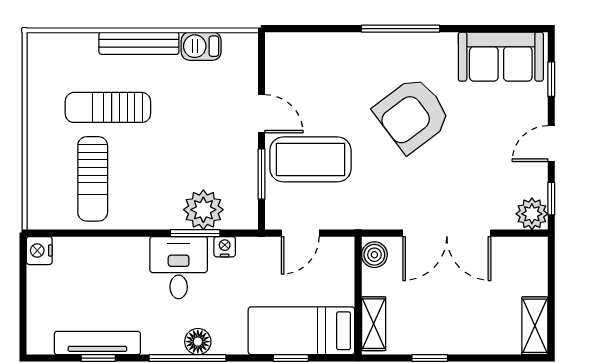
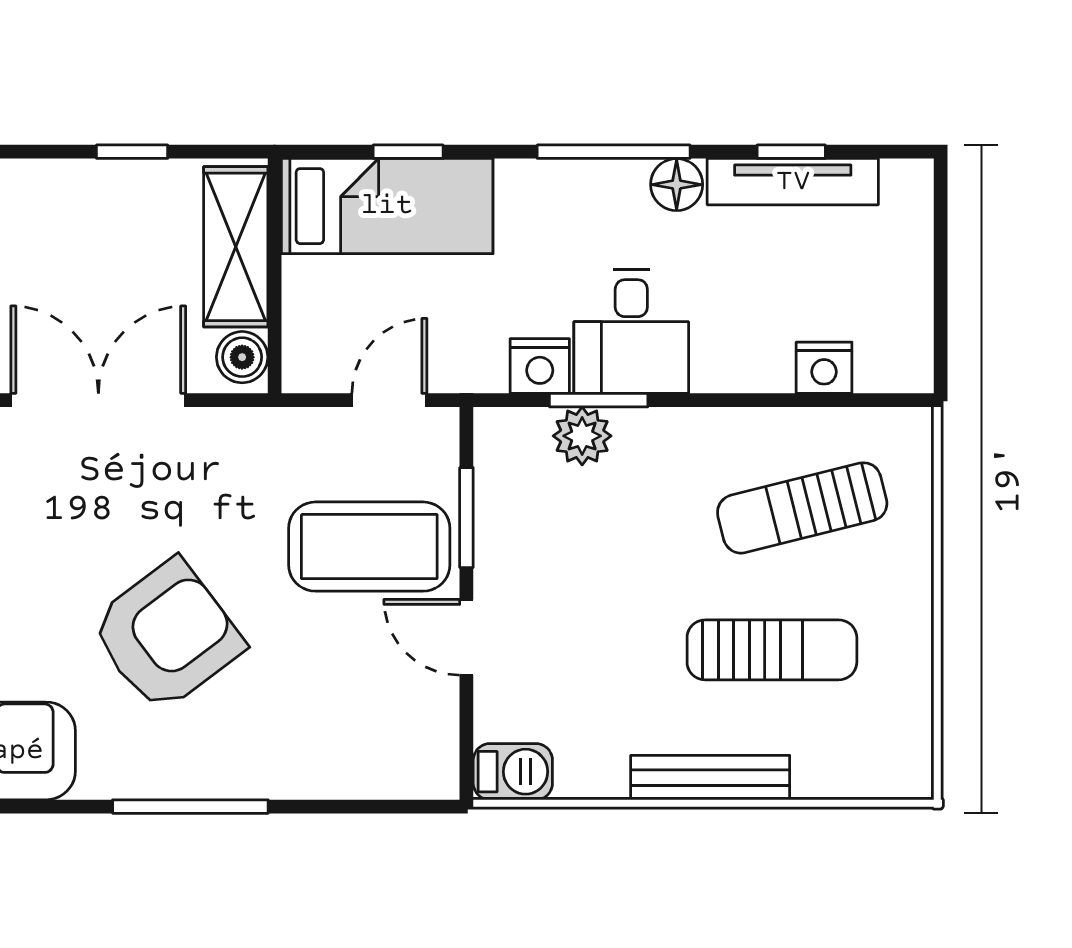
barbecue: (201, 46) -> (513, 772), moved
sun lounger: (93, 179) -> (802, 508), turned -104
plant: (203, 210) -> (582, 436), width x0.73, depth x0.73
nightstand: (225, 247) -> (540, 366), width x1.39, depth x1.35
nightstand: (39, 251) -> (824, 368), moved, turned 90
shelving: (374, 324) -> (236, 247), width x1.50, depth x1.33
floor lamp: (198, 342) -> (677, 185), moved

